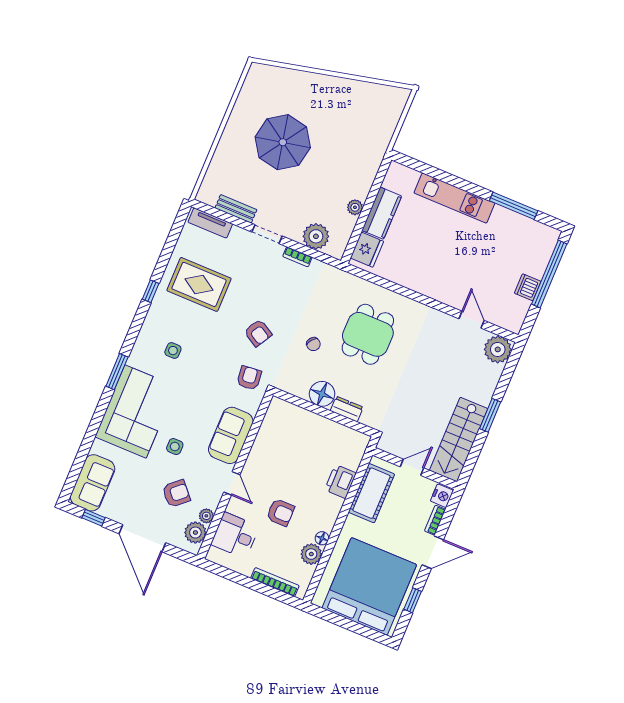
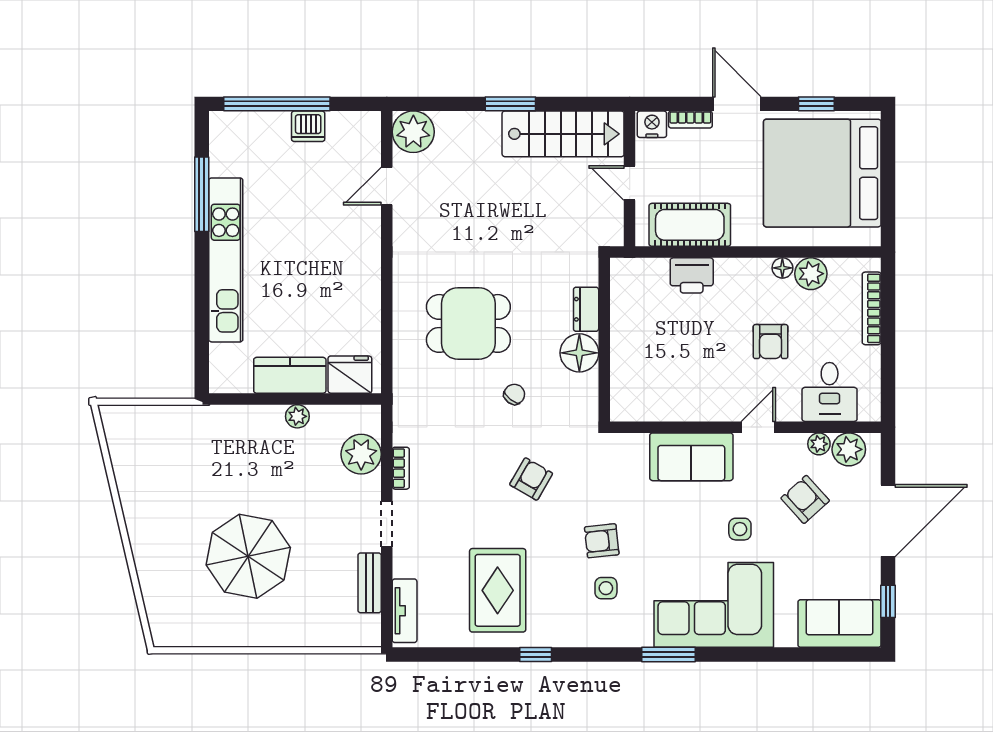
kitchen unit: (454, 198) -> (226, 260), width x1.36
armchair: (249, 378) -> (602, 541), moved
armchair: (280, 512) -> (771, 342), turned 180

